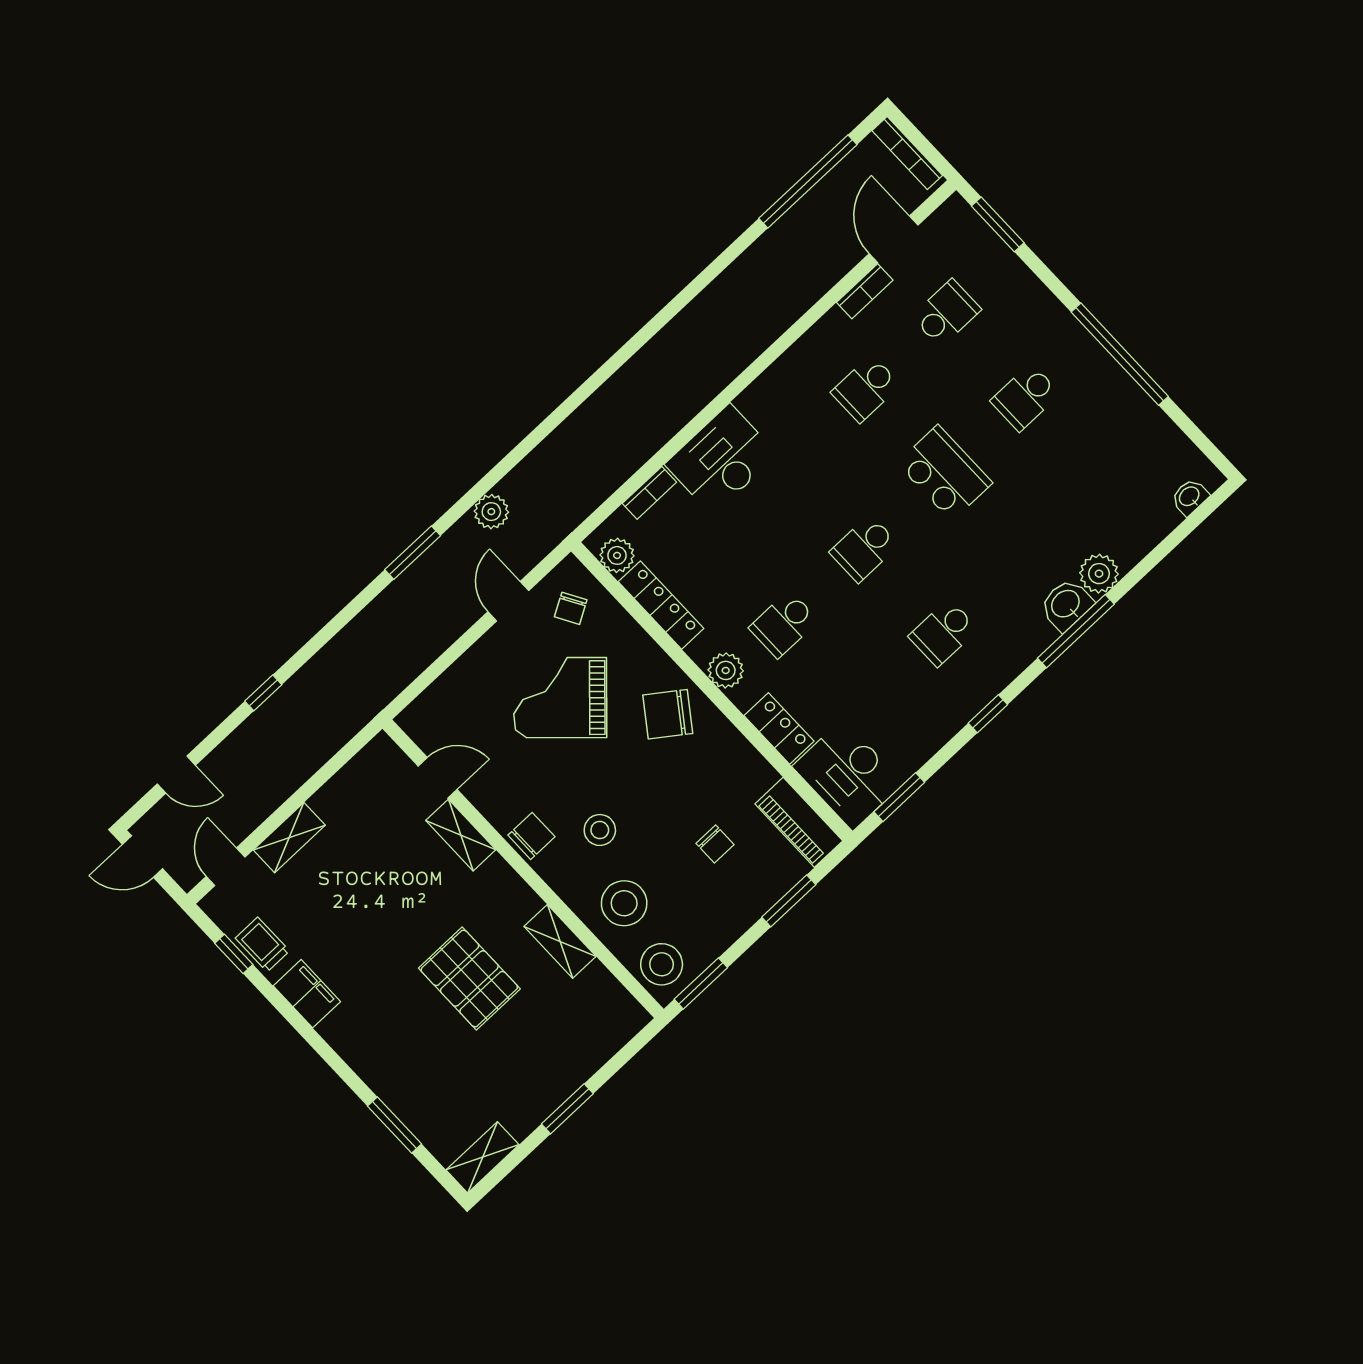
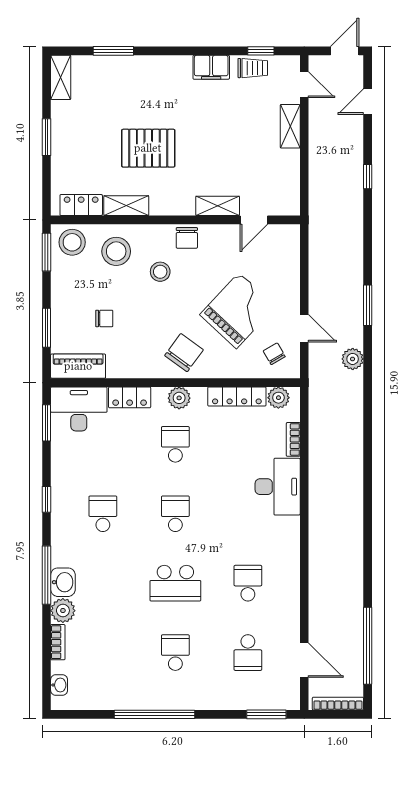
bookcase: (865, 291) -> (58, 642), moved, turned 180
chair: (715, 844) -> (104, 318), turned 180
locker: (609, 994) -> (81, 205), added

